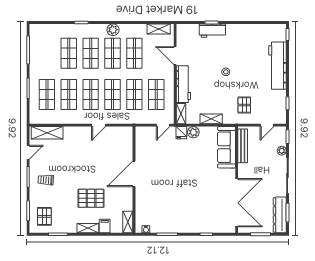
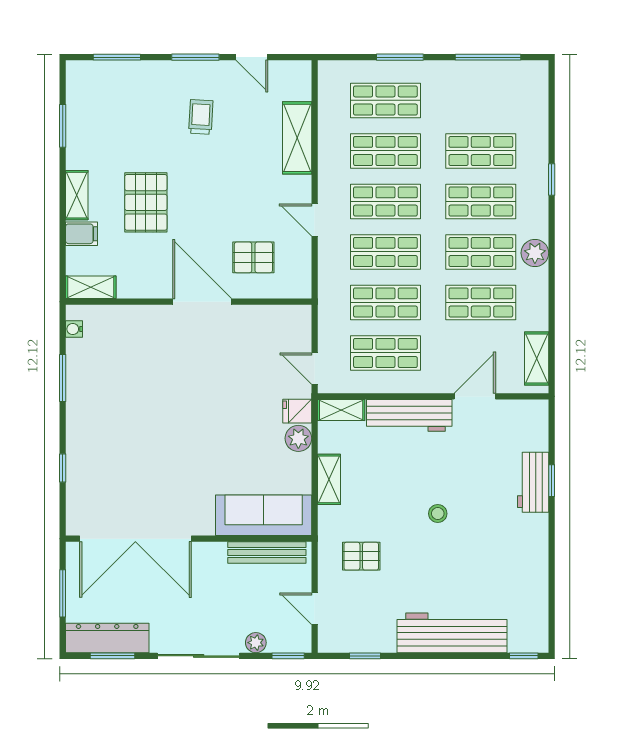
shelving: (47, 133) -> (297, 138), moved
trolley: (46, 180) -> (201, 117), moved
pallet: (44, 216) -> (253, 257), moved

